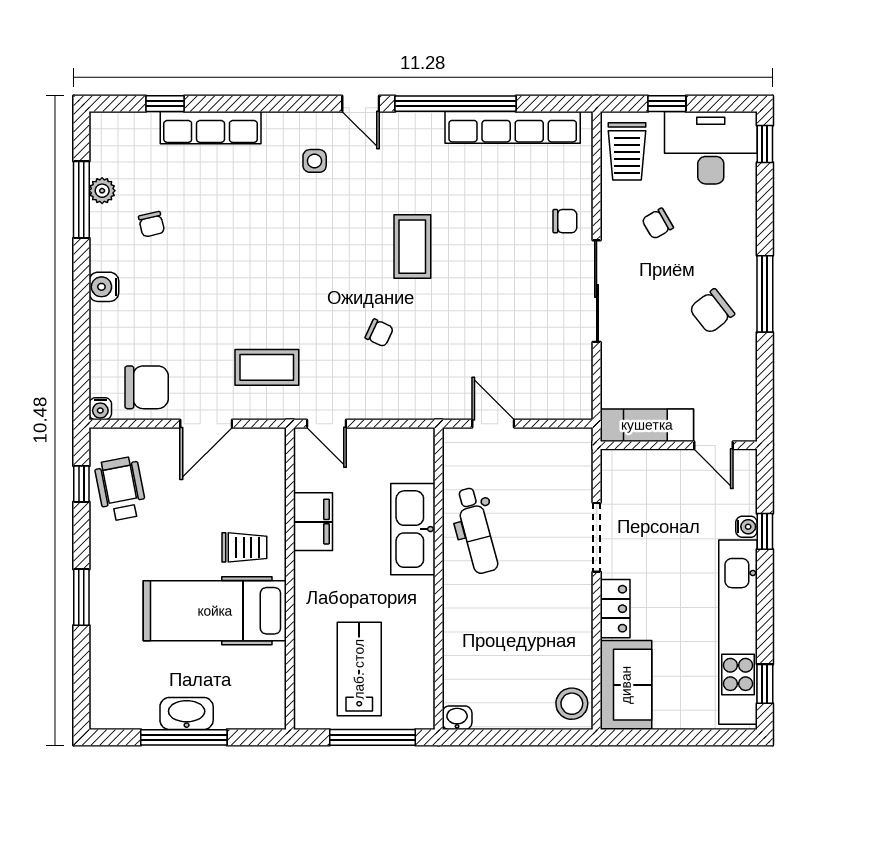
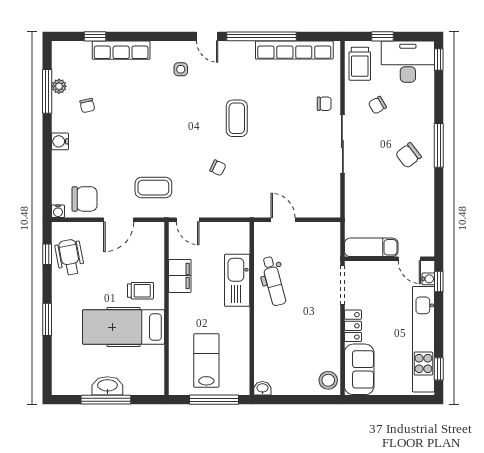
exam couch: (647, 425) -> (371, 247), moved
wall: (679, 445) -> (389, 259), moved
door: (714, 445) -> (409, 259), moved

